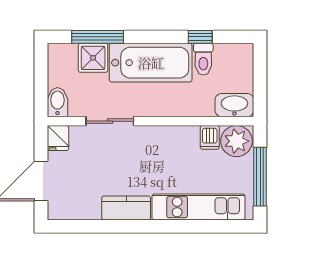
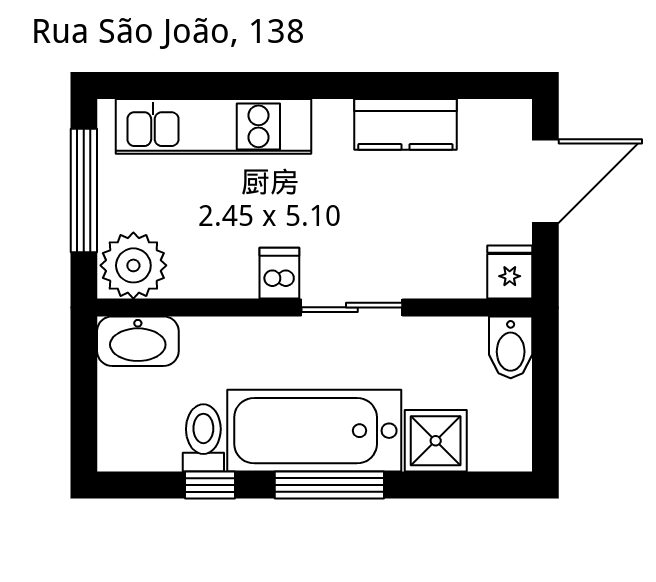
window: (98, 37) -> (329, 485), moved
sliding door: (110, 121) -> (352, 307), moved
dishwasher: (210, 137) -> (279, 273), moved
kitchen counter: (126, 208) -> (405, 124), moved

